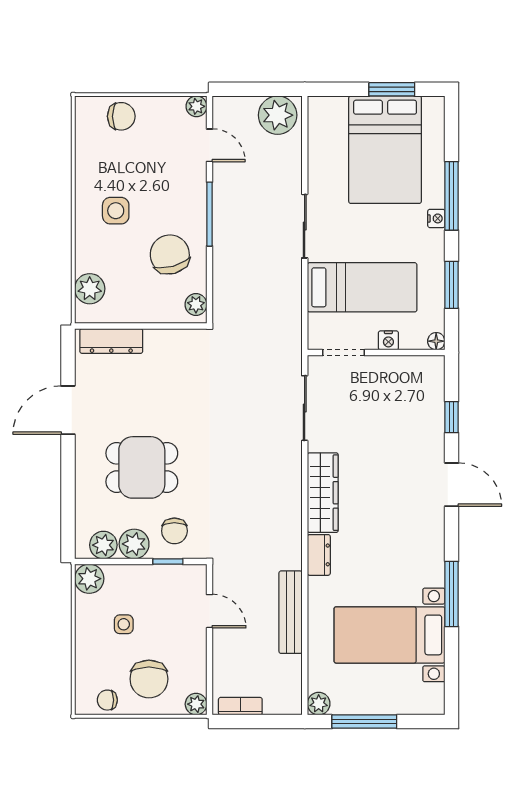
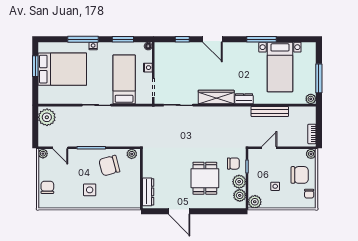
door: (210, 145) -> (60, 148), swing flipped
plant: (90, 289) -> (125, 202), removed
door: (452, 485) -> (213, 39), swing flipped

